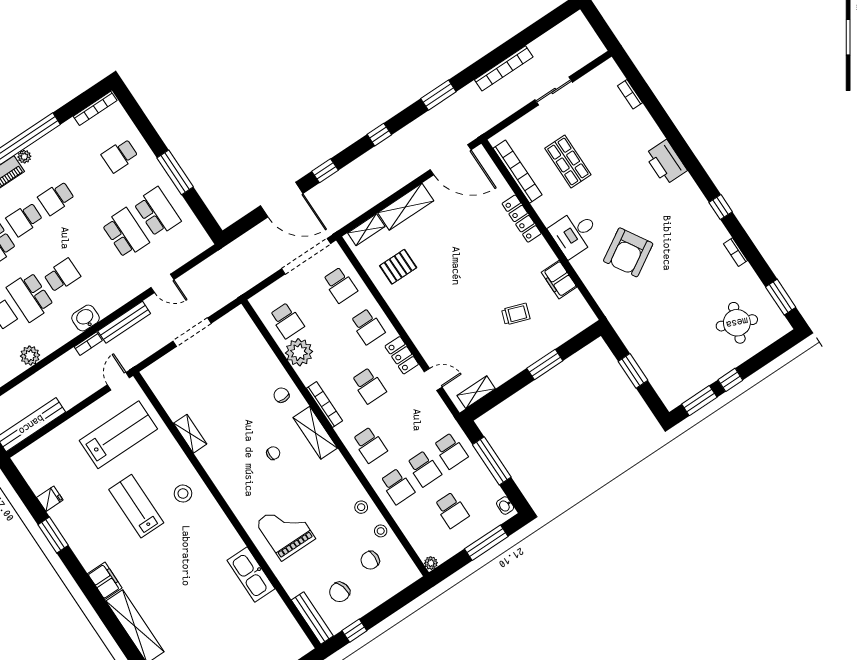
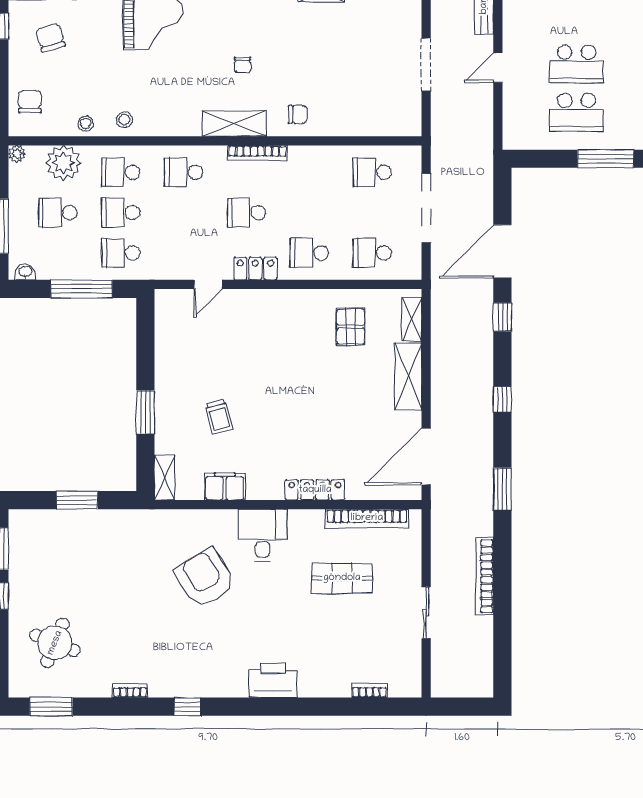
doorway: (306, 256) -> (426, 208), moved
trolley: (516, 314) -> (219, 417), turned -33
plant: (299, 352) -> (63, 163), moved
shelving: (476, 392) -> (165, 478), moved
chair: (370, 560) -> (30, 101), moved

